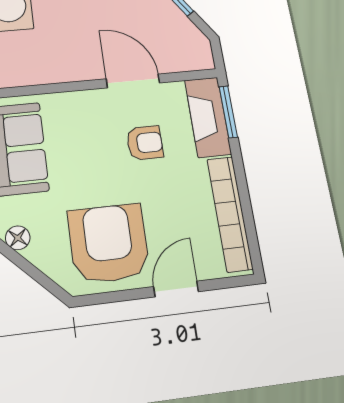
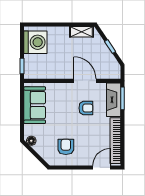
armchair: (109, 243) -> (66, 147), width x0.53, depth x0.53
door: (176, 289) -> (102, 167), moved

